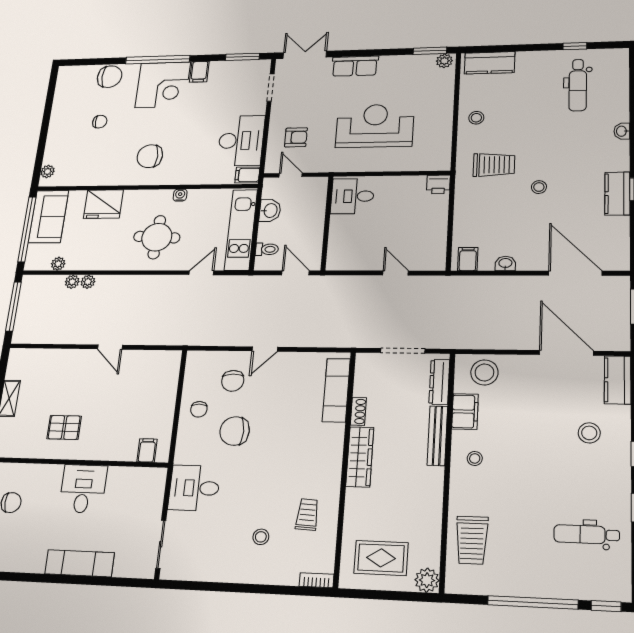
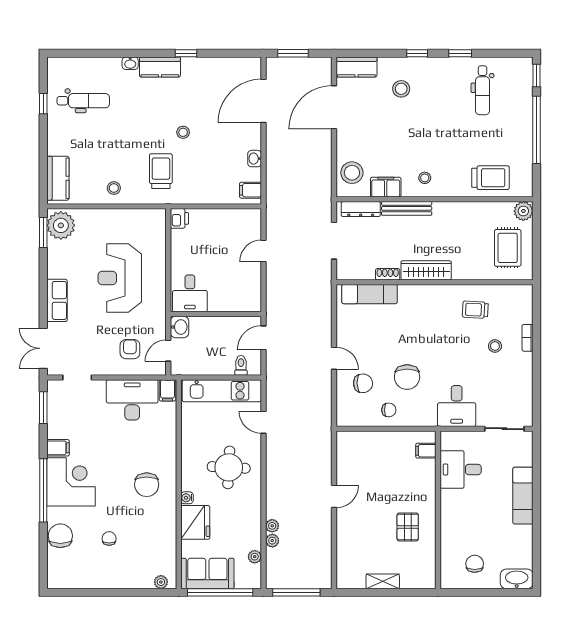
plant: (444, 61) -> (61, 225), width x1.88, depth x1.88
kitchen counter: (617, 194) -> (160, 67), moved
water cooler: (180, 195) -> (187, 498), moved
washbasin: (270, 210) -> (179, 327), moved, turned 90
desk: (83, 489) -> (461, 470), moved
bookcase: (317, 580) -> (528, 338), moved

